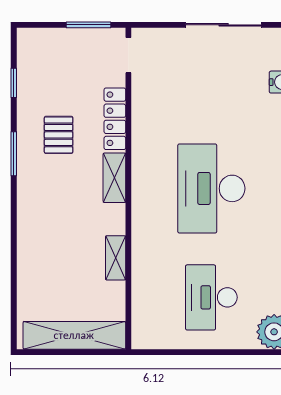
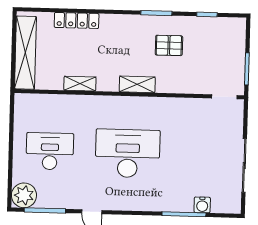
locker: (115, 119) -> (77, 20), moved, turned 180

